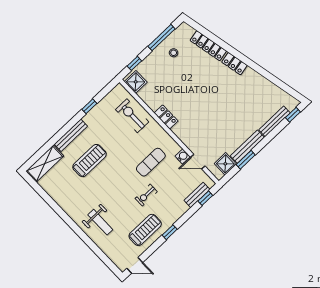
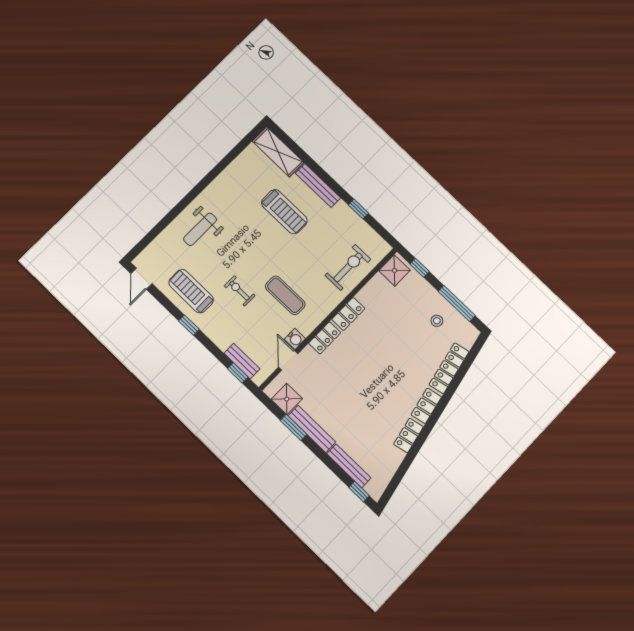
locker: (255, 77) -> (409, 436), added
locker: (183, 135) -> (325, 338), added
treadmill: (145, 230) -> (191, 291), turned 180

